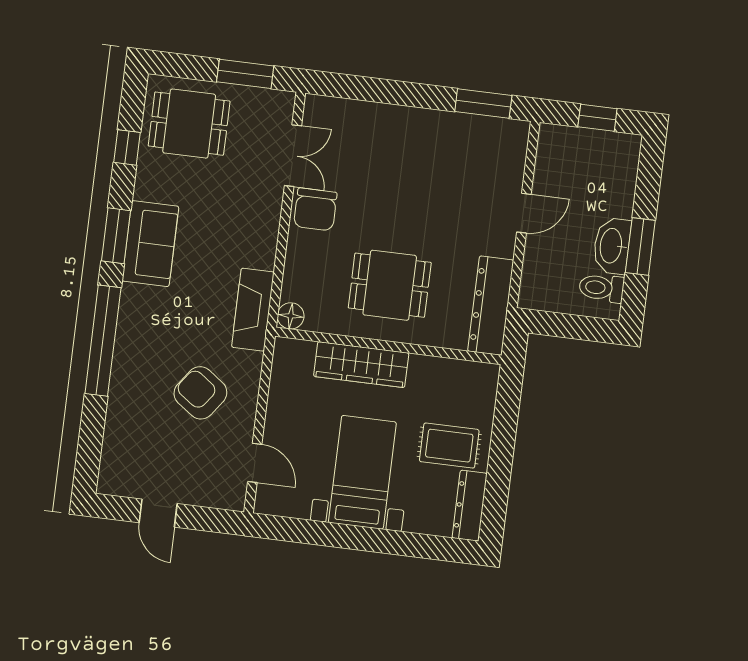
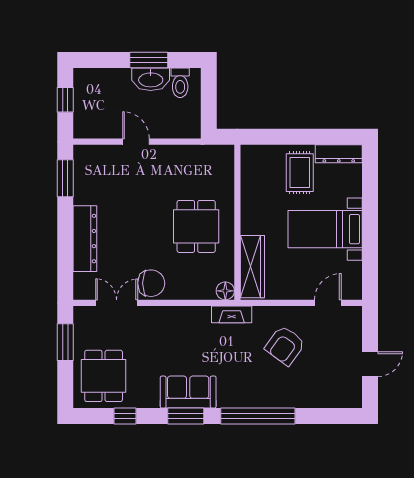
dresser: (491, 306) -> (85, 239), moved, turned -90
fireplace: (253, 310) -> (232, 314), width x0.73, depth x0.76
wardrobe: (361, 365) -> (252, 267), moved

